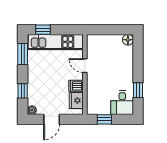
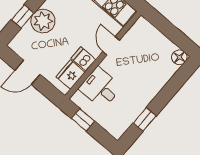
desk: (122, 103) -> (100, 88), moved, turned 90
plant: (32, 110) -> (43, 21), moved, width x1.88, depth x1.88

